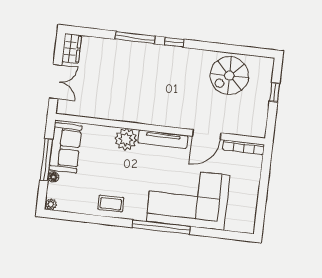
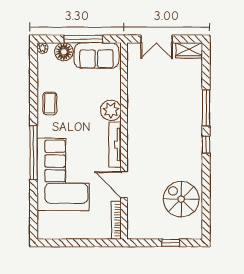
floor lamp: (53, 177) -> (64, 52), width x1.89, depth x1.89

